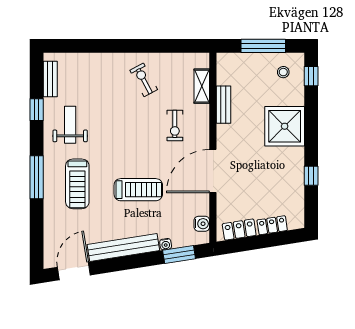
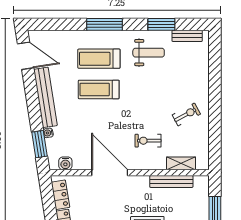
bench: (223, 105) -> (171, 182), width x1.36
window: (37, 110) -> (161, 24), width x1.50
treadmill: (138, 190) -> (99, 89), moved, turned 90

